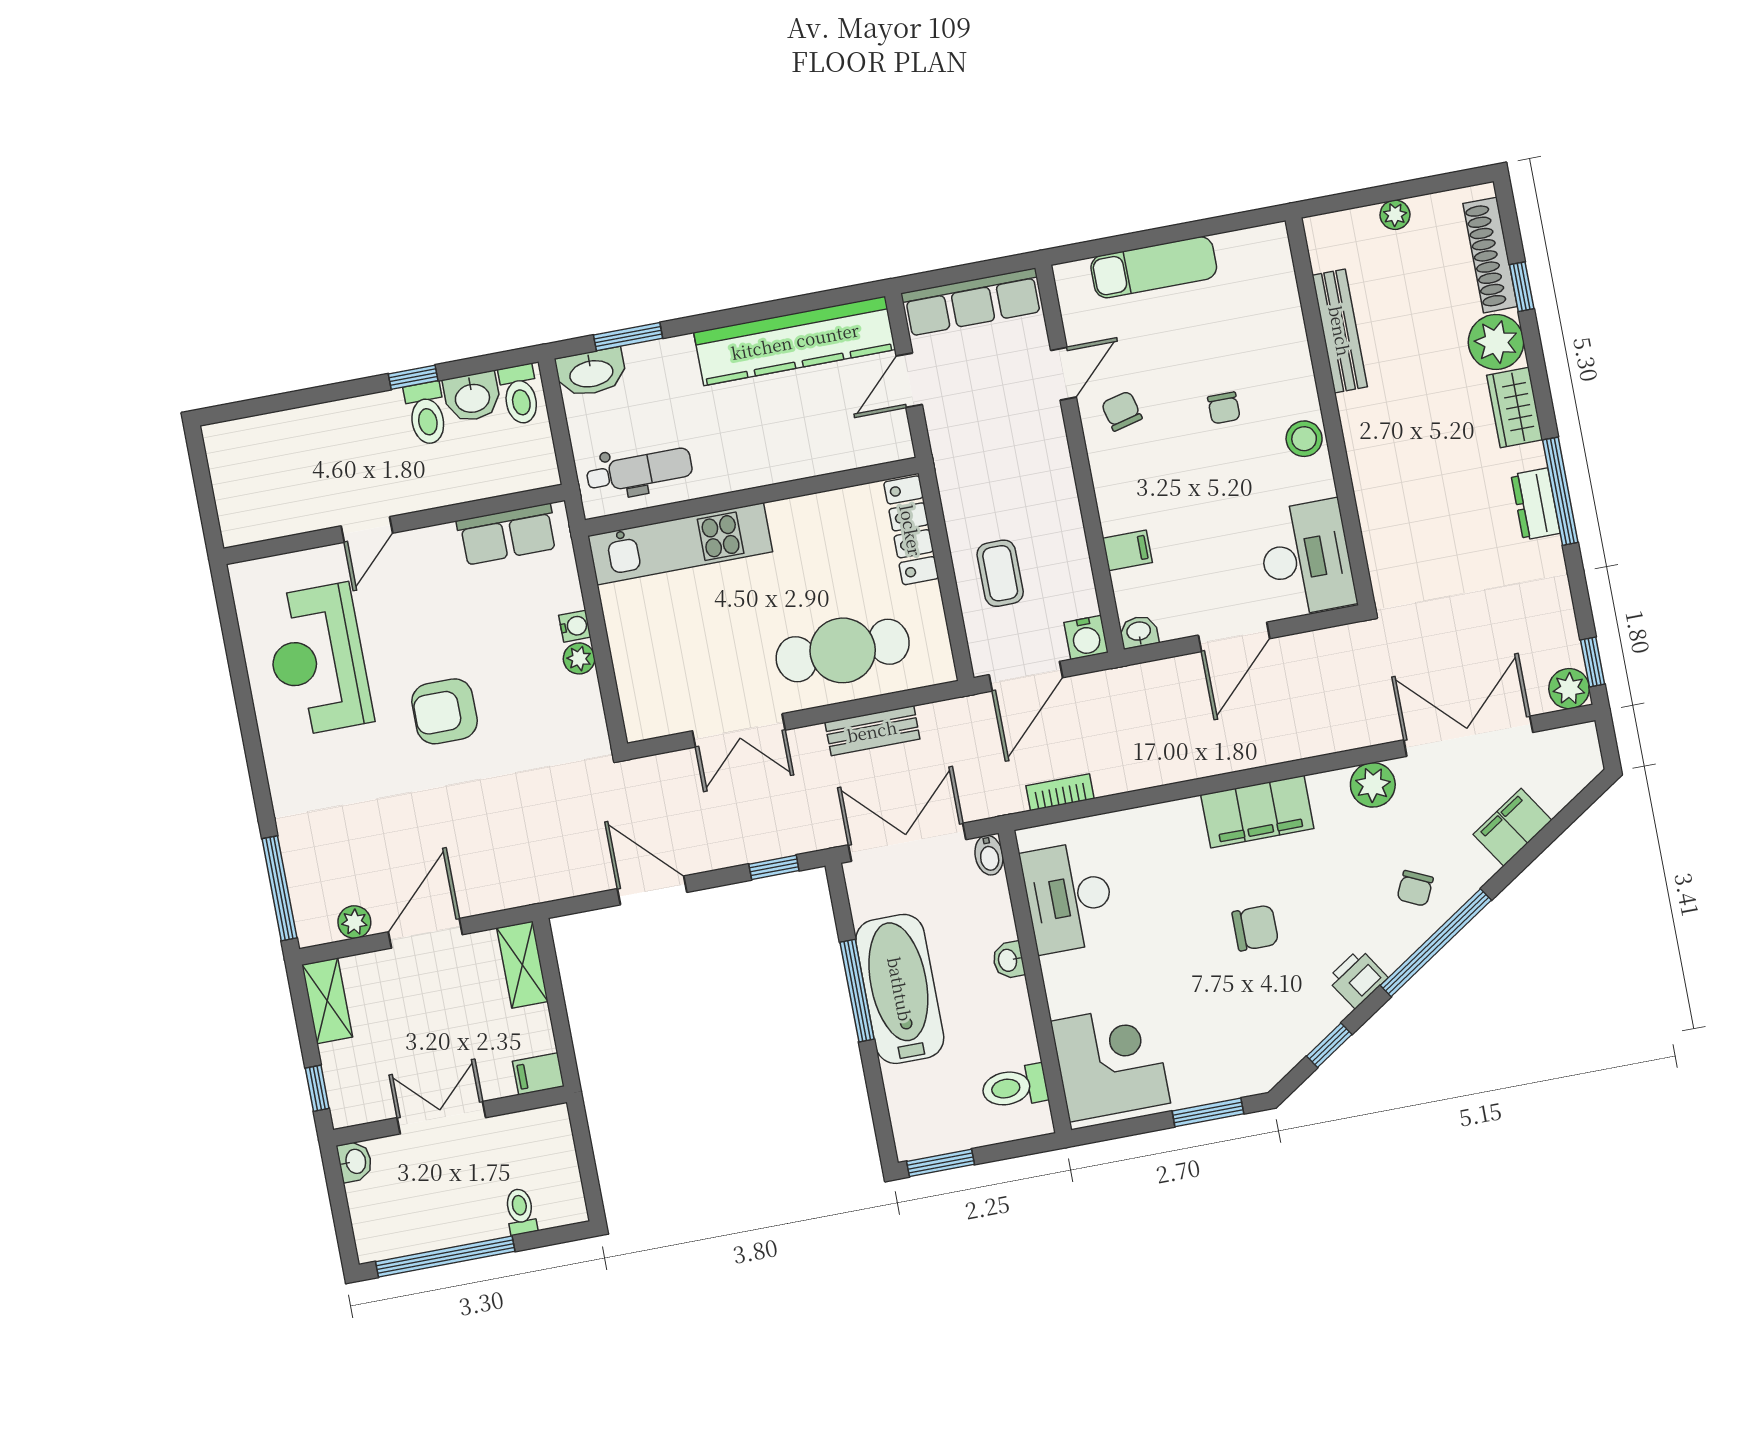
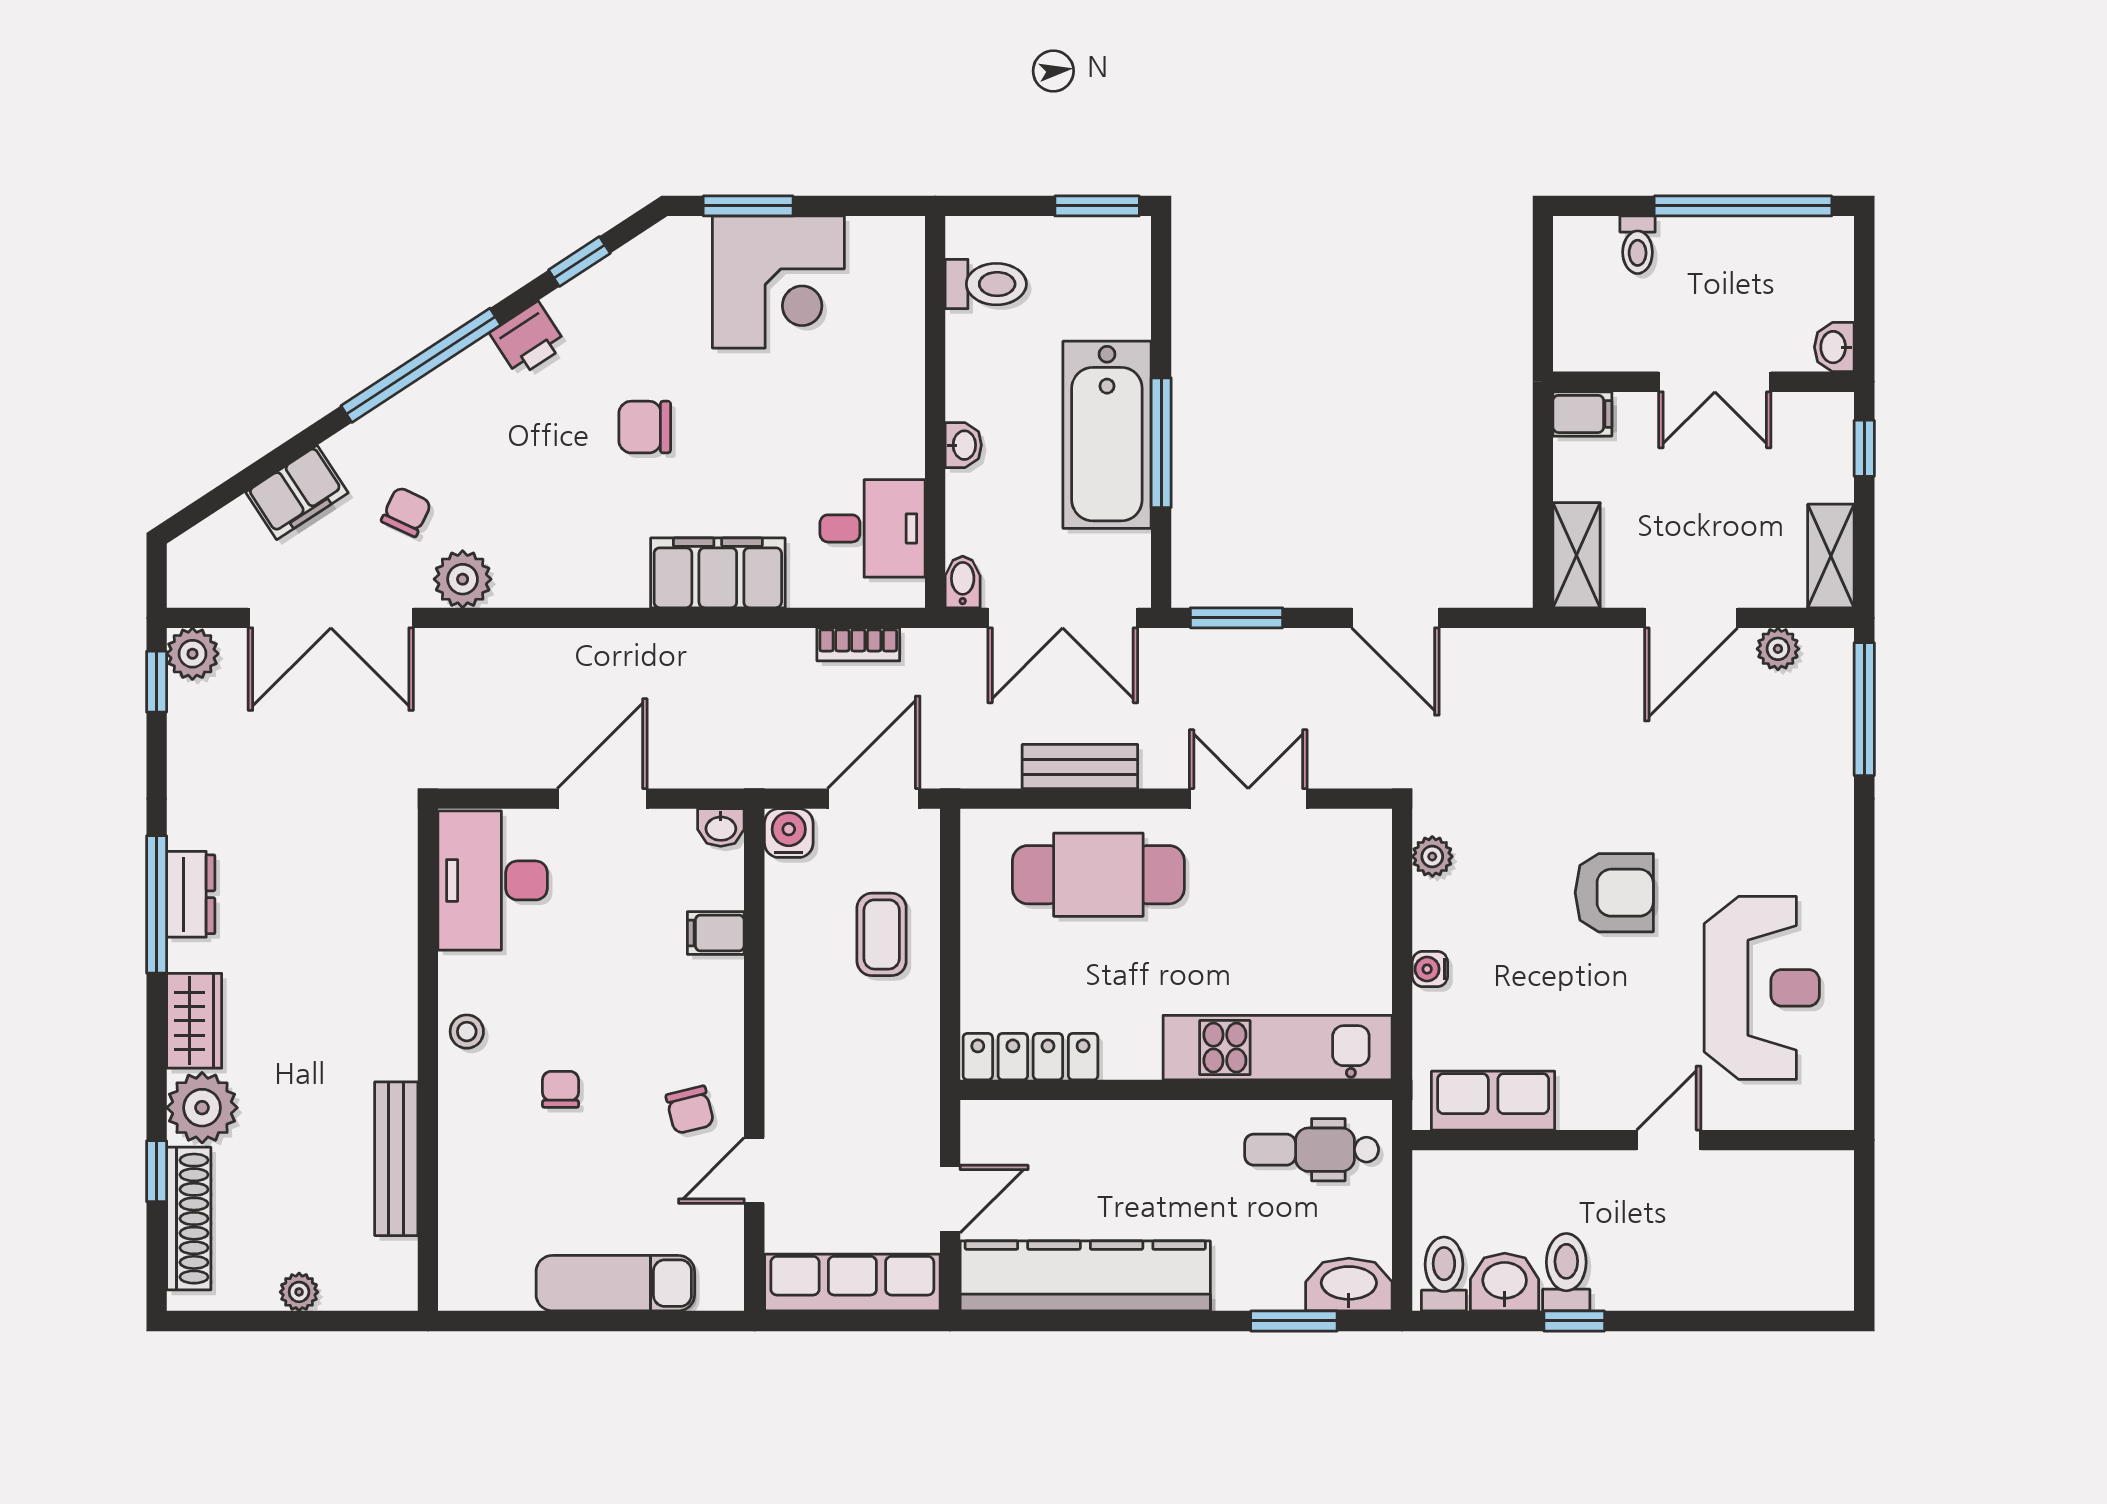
stool: (1304, 439) -> (467, 1032), width x0.73, depth x0.73
locker: (911, 530) -> (1030, 1057), moved, turned -90
plant: (579, 658) -> (1432, 856), moved
filing cabinet: (1257, 812) -> (718, 573), moved
window: (774, 867) -> (1237, 618), width x1.50
chair: (1415, 888) -> (406, 512), moved
desk: (1069, 897) -> (873, 528), width x0.73
corner desk: (1110, 1062) -> (778, 282), moved, turned -90

